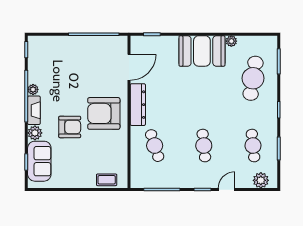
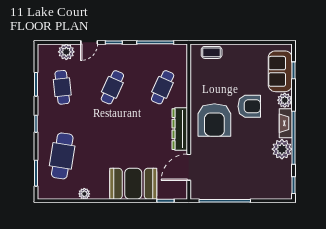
booth: (202, 51) -> (133, 184), moved
plant: (33, 89) -> (282, 149), width x1.88, depth x1.88
armchair: (104, 113) -> (214, 120), turned 90
armchair: (70, 127) -> (249, 106), turned 180
cafe table: (155, 146) -> (163, 87), turned 42
cafe table: (204, 146) -> (112, 87), turned 30
plant: (261, 180) -> (66, 52), moved

